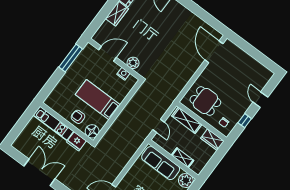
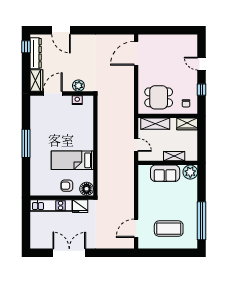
door: (214, 52) -> (136, 53), hinge flipped
door: (107, 54) -> (53, 93), moved
wall: (115, 59) -> (62, 93), moved
plant: (133, 63) -> (78, 86), moved
nightstand: (123, 74) -> (77, 100), moved
sofa: (161, 163) -> (165, 173), width x0.73

